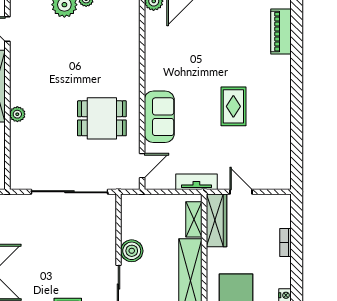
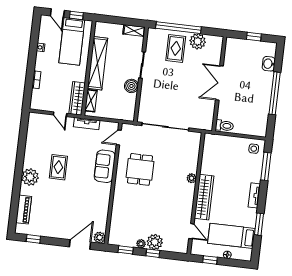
plant: (277, 85) -> (30, 177), added
dining table: (102, 118) -> (140, 169), turned 90

